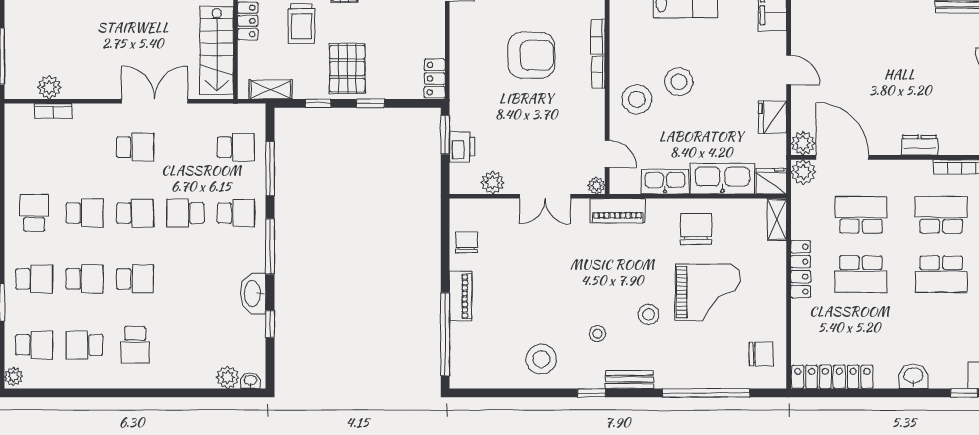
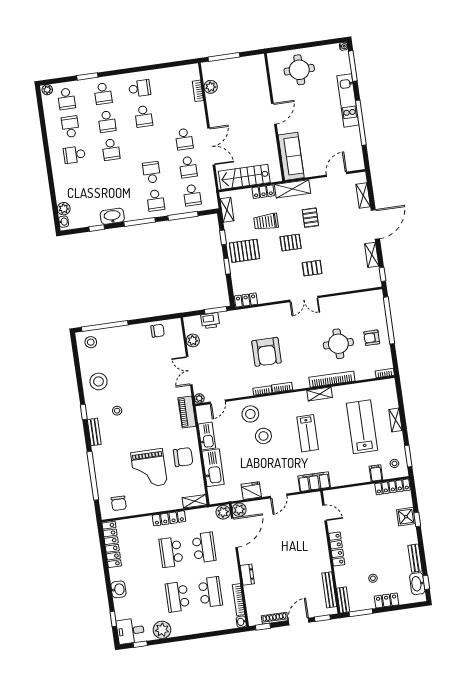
fridge: (771, 181) -> (216, 495), removed
school desk: (135, 213) -> (188, 167), moved
piano: (461, 296) -> (127, 332), removed
stool: (649, 314) -> (91, 342), moved

